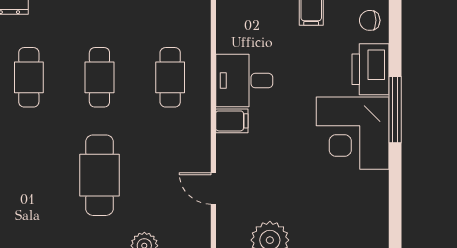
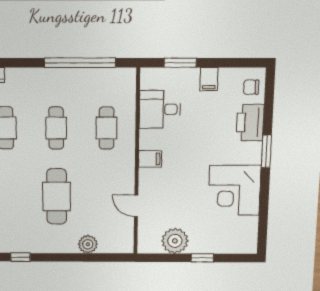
desk: (244, 81) -> (160, 109), moved
window: (395, 110) -> (266, 151), width x0.69
corner desk: (353, 133) -> (234, 190), moved

